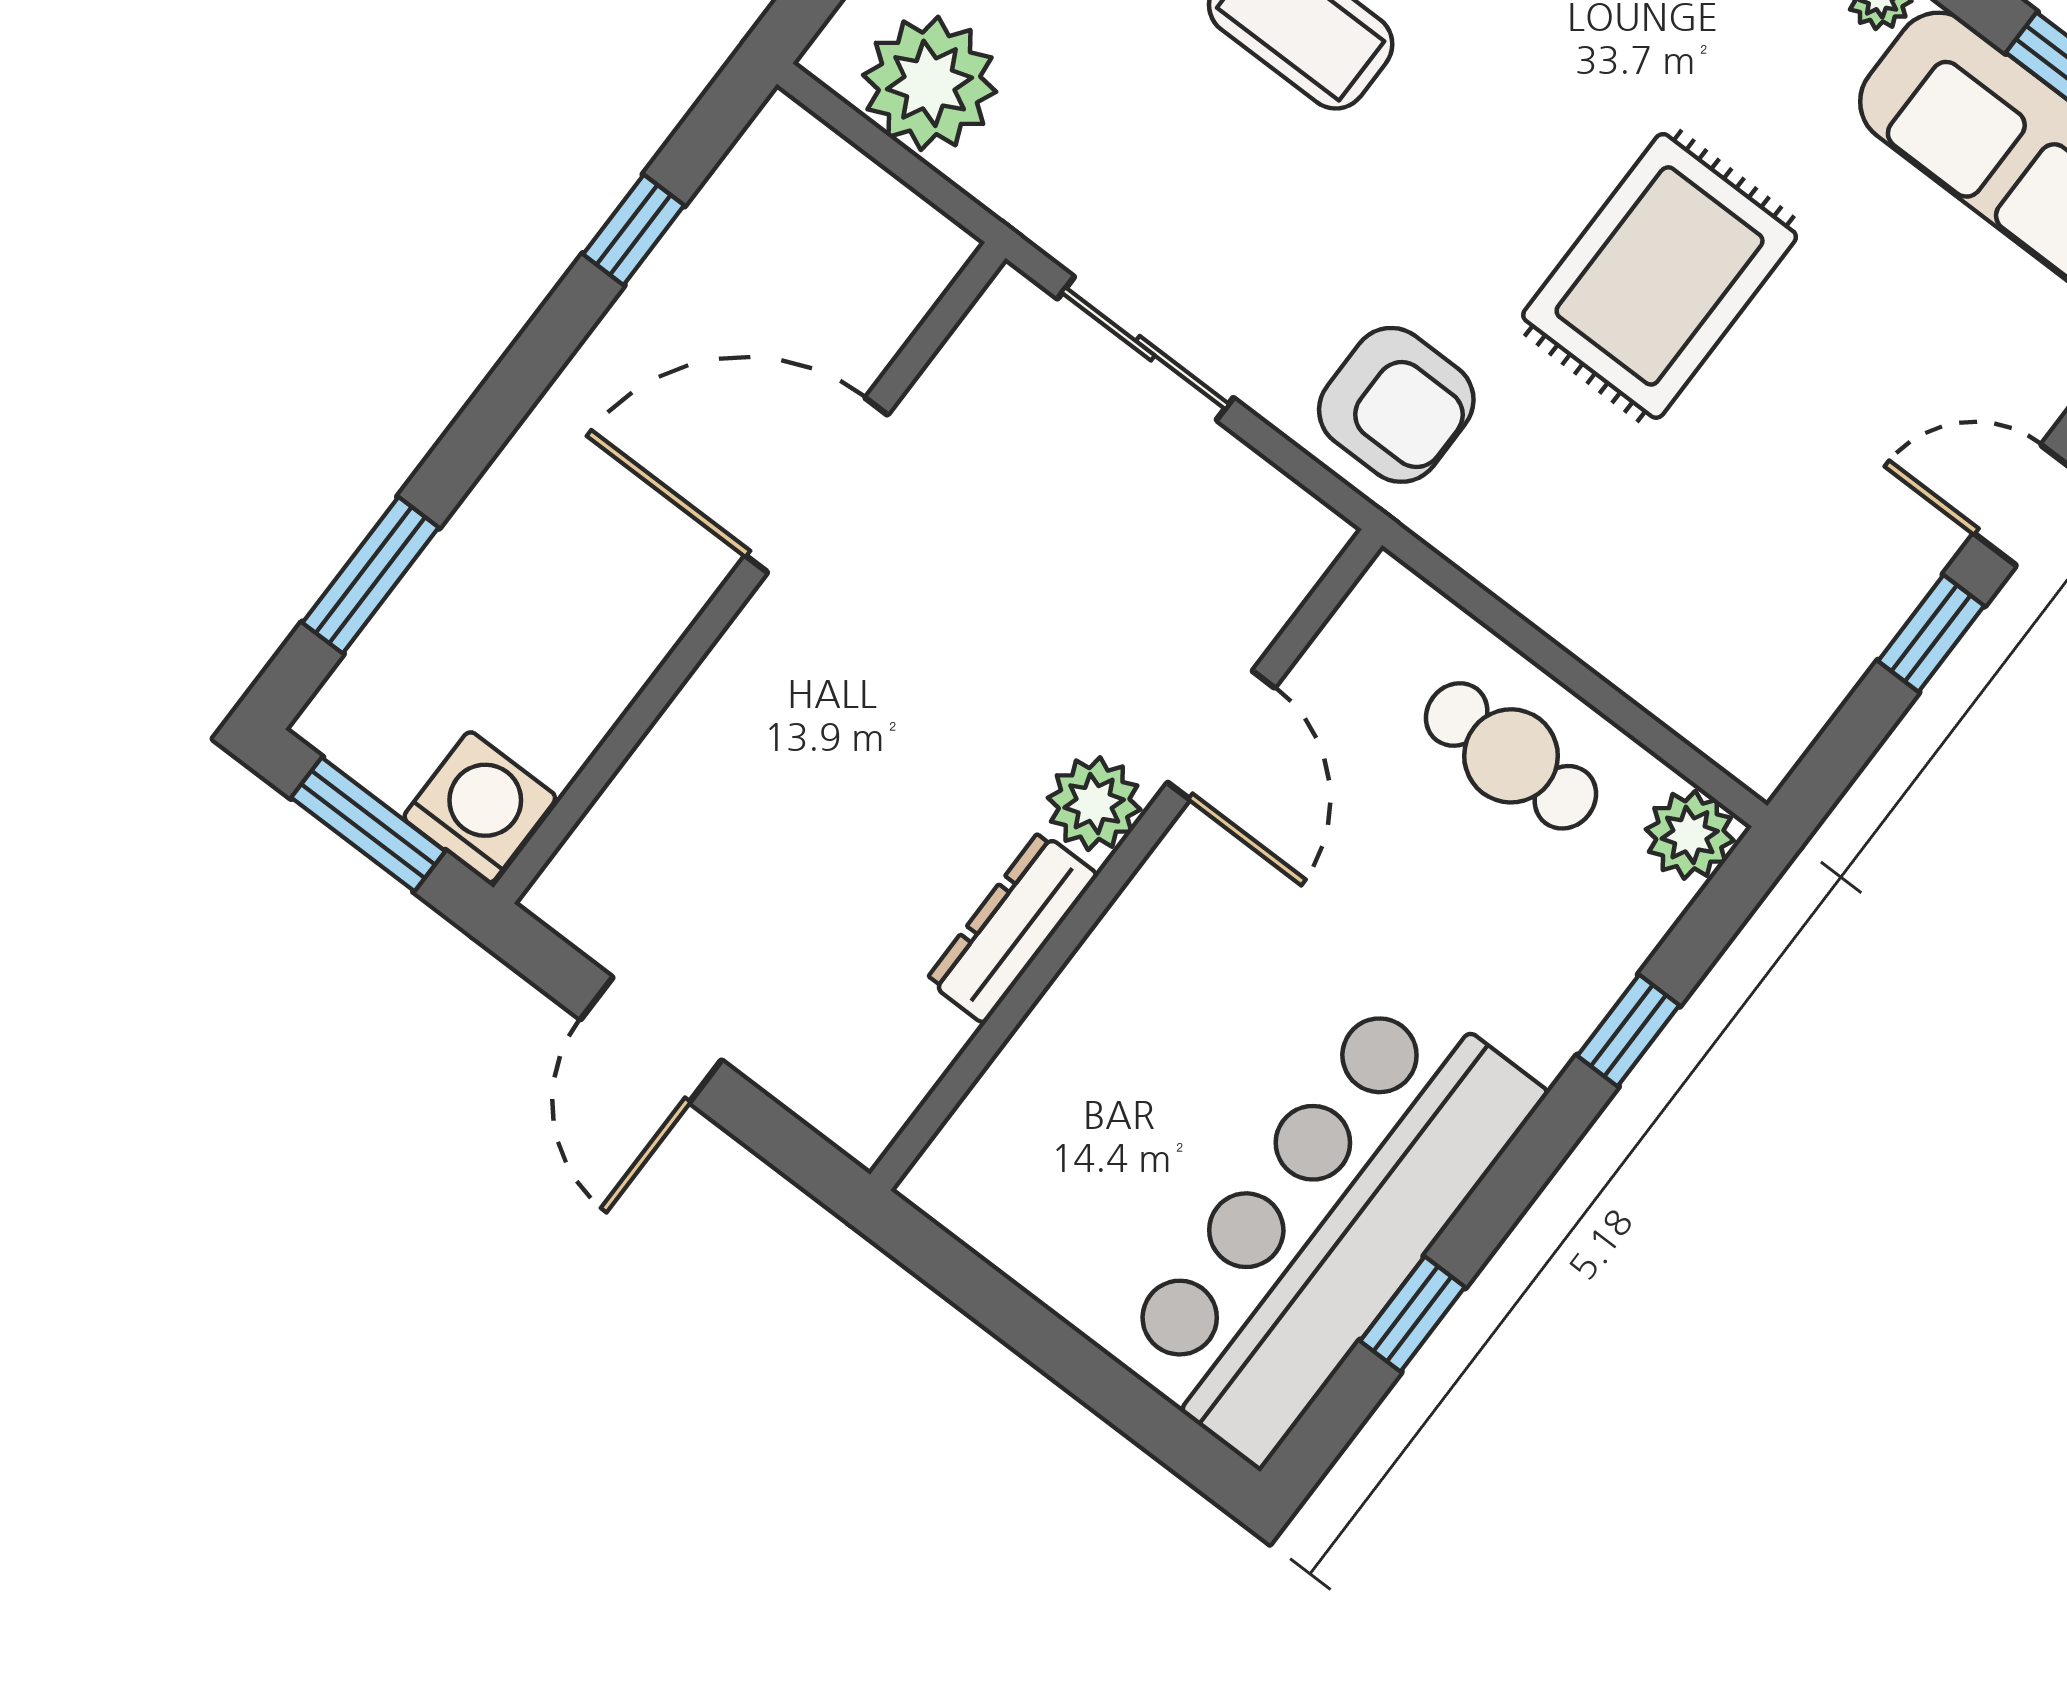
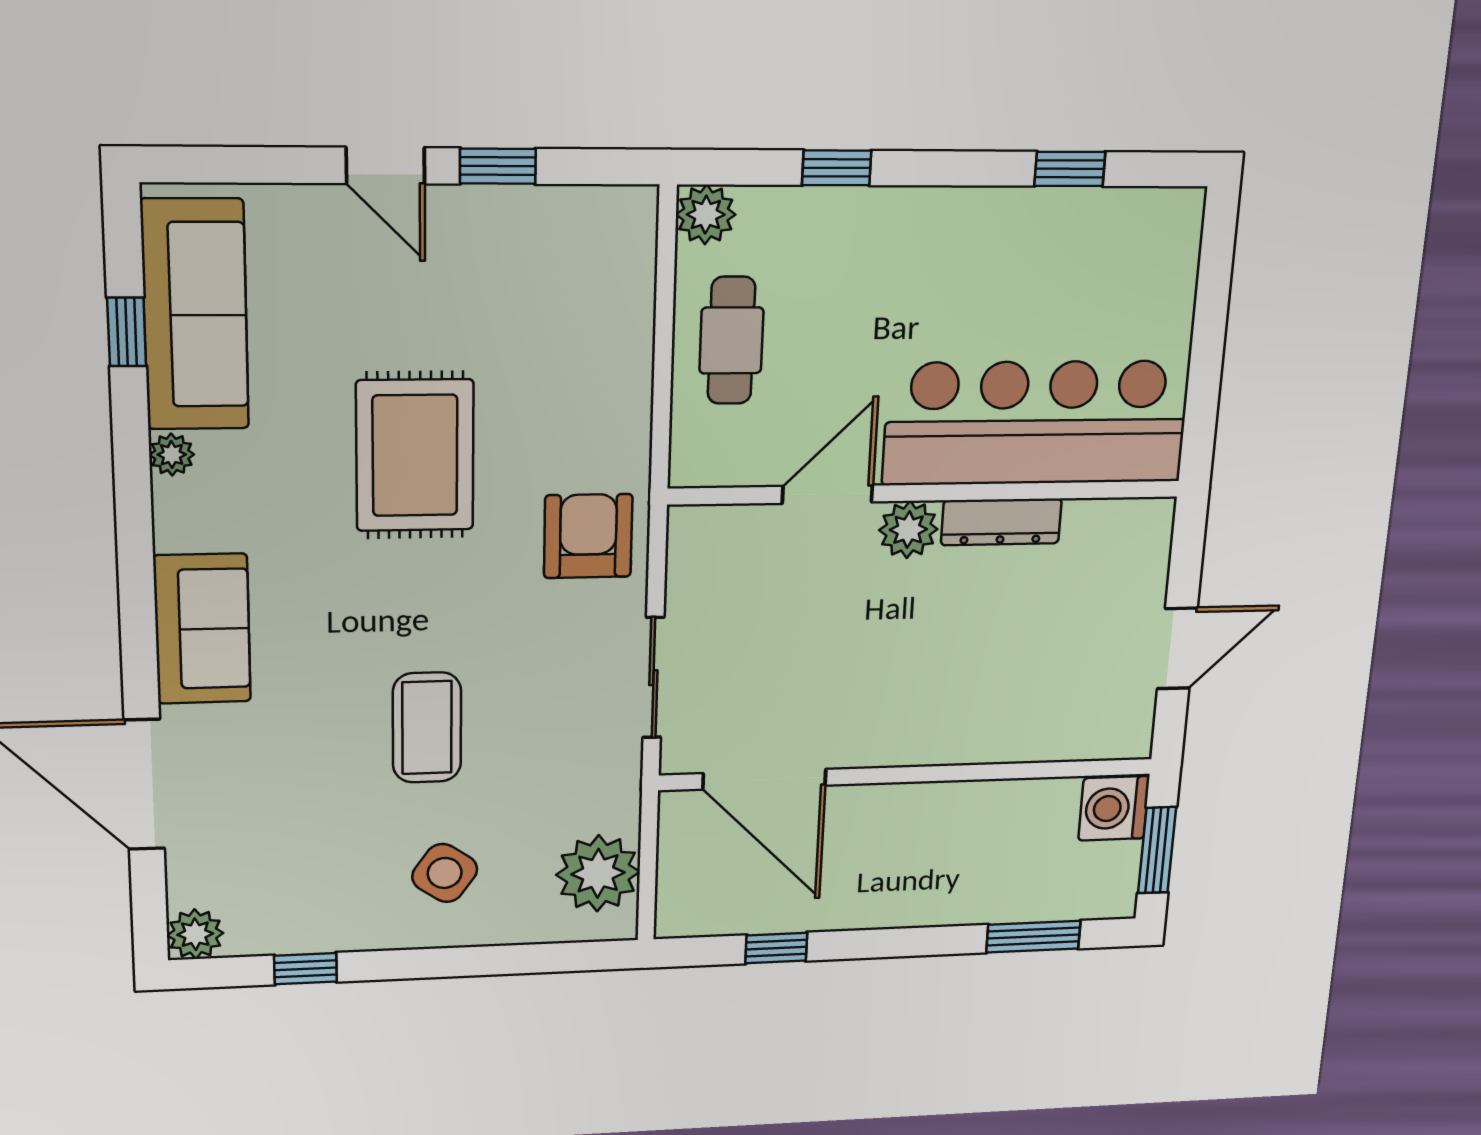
rug: (1660, 276) -> (415, 455), turned 90
door: (816, 485) -> (764, 779), moved
bar counter: (1328, 1223) -> (1036, 423), moved, turned 180

